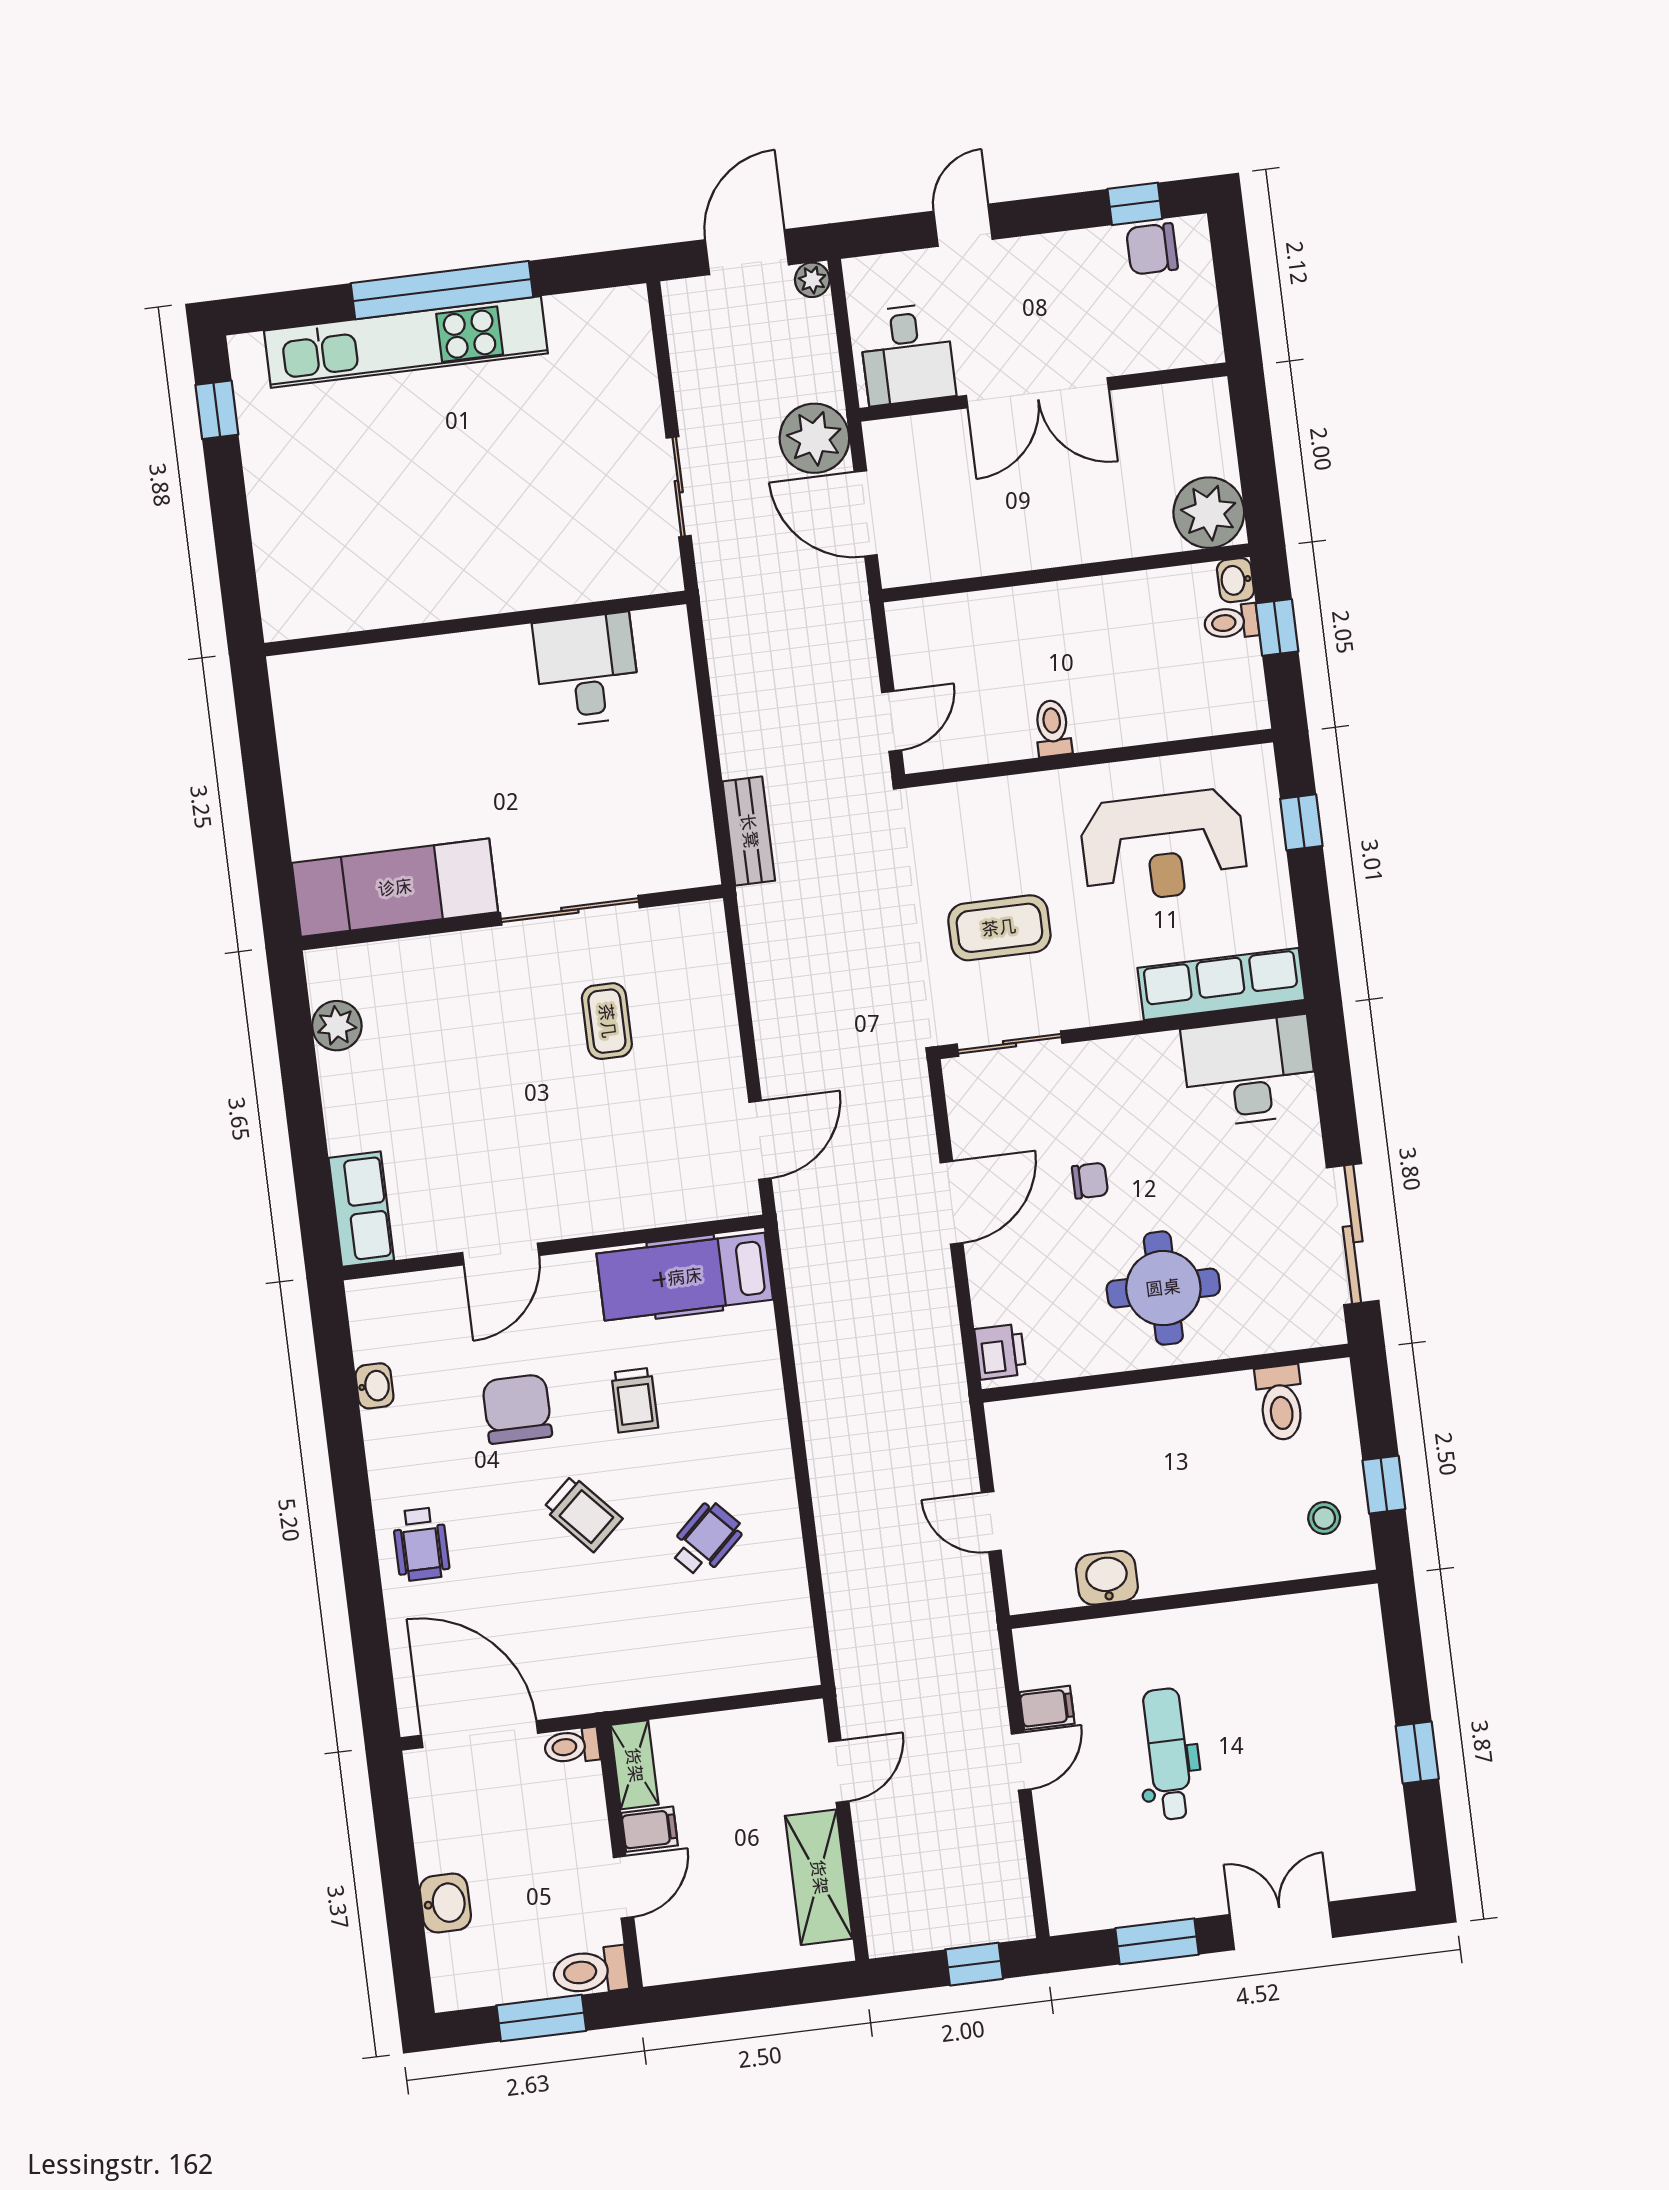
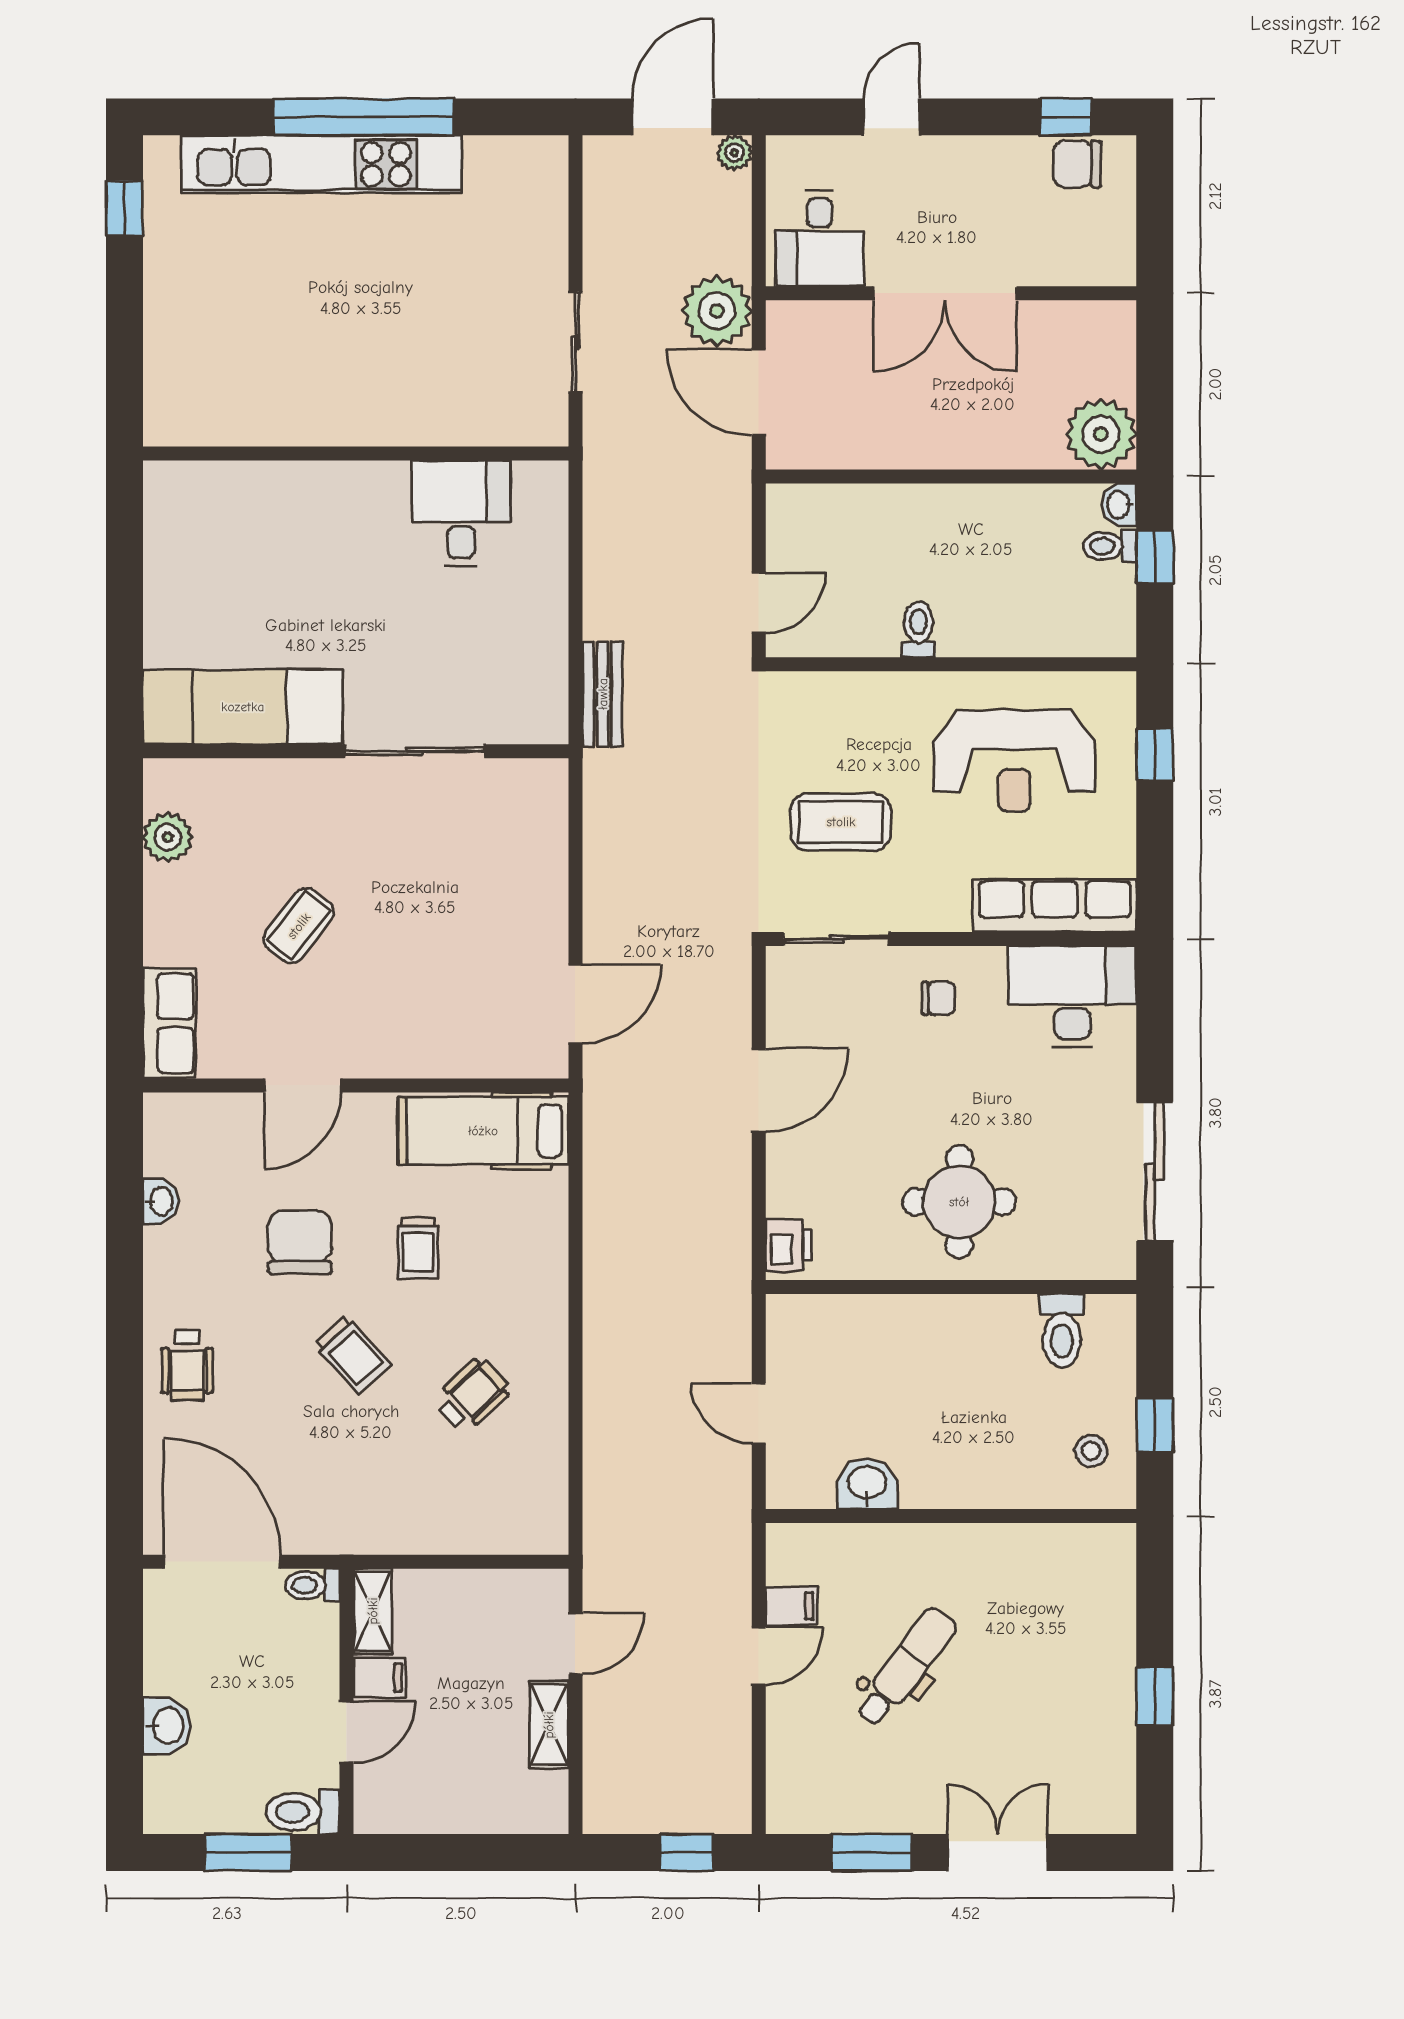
coffee table: (607, 1021) -> (299, 926), moved, turned 38
chair: (1090, 1181) -> (938, 998), moved
dental chair: (1168, 1754) -> (906, 1667), turned 37
shelving: (819, 1877) -> (549, 1725), width x0.67, depth x0.75

